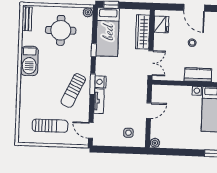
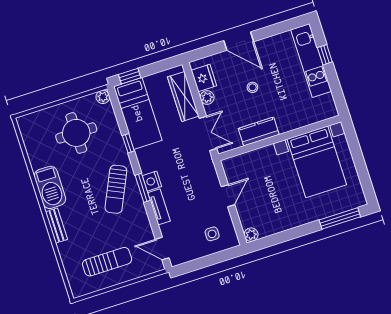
bench: (27, 19) -> (57, 226), moved
plant: (159, 38) -> (207, 97), added
kitchen counter: (198, 75) -> (259, 131), moved
sun lounger: (73, 90) -> (116, 189), moved

